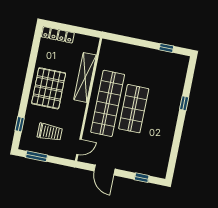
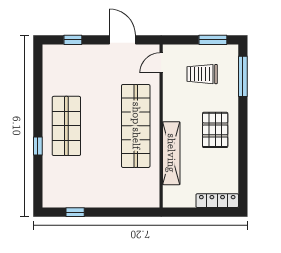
pallet: (49, 88) -> (215, 130), width x0.73, depth x0.71
shop shelf: (134, 109) -> (66, 126), moved
window: (20, 124) -> (243, 76), width x2.17

